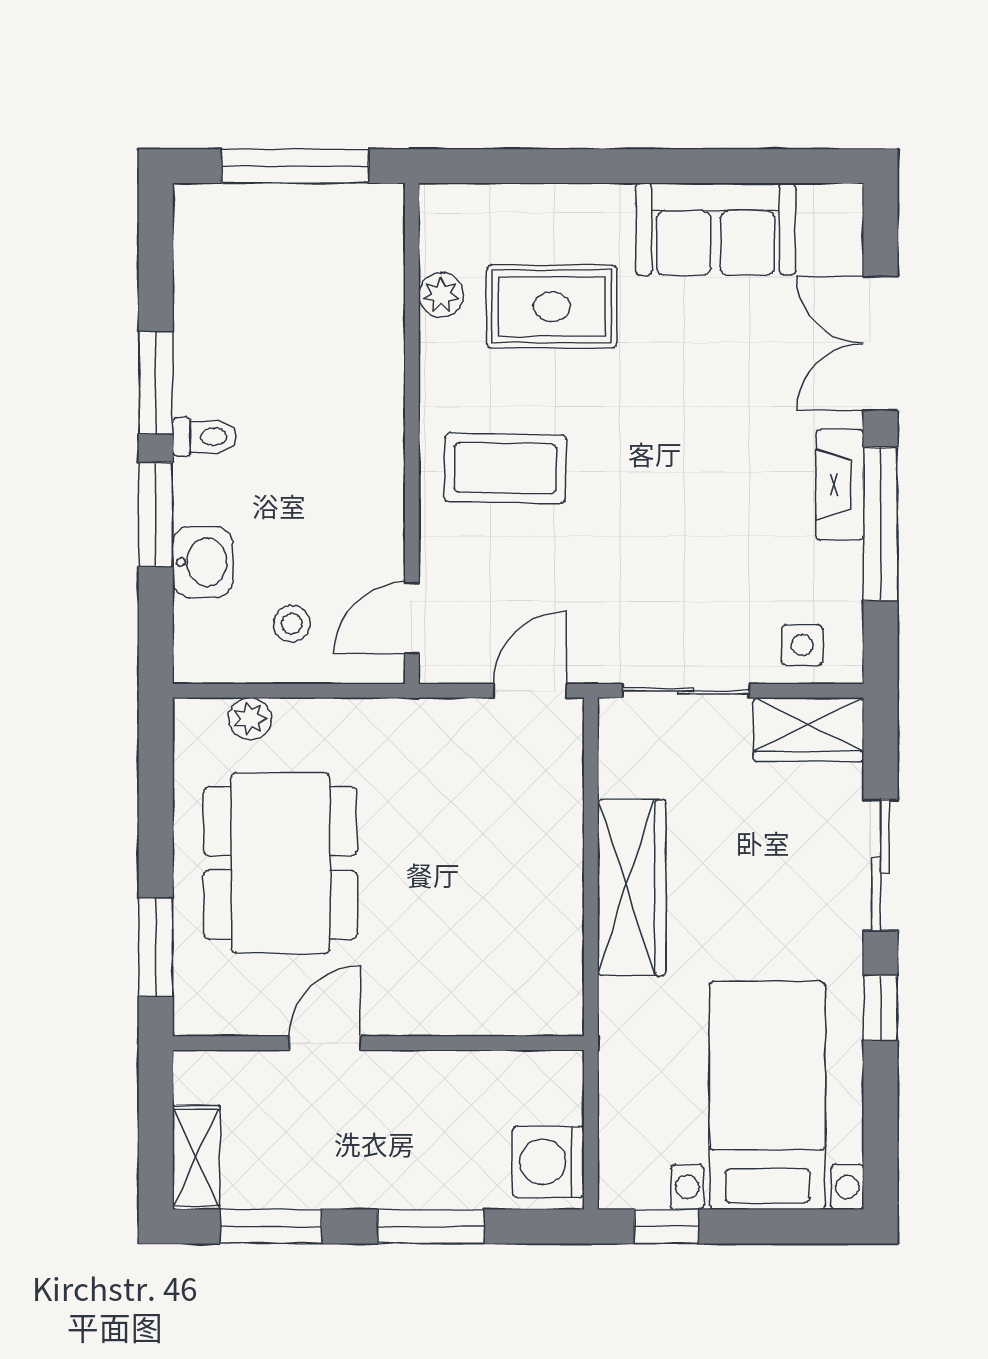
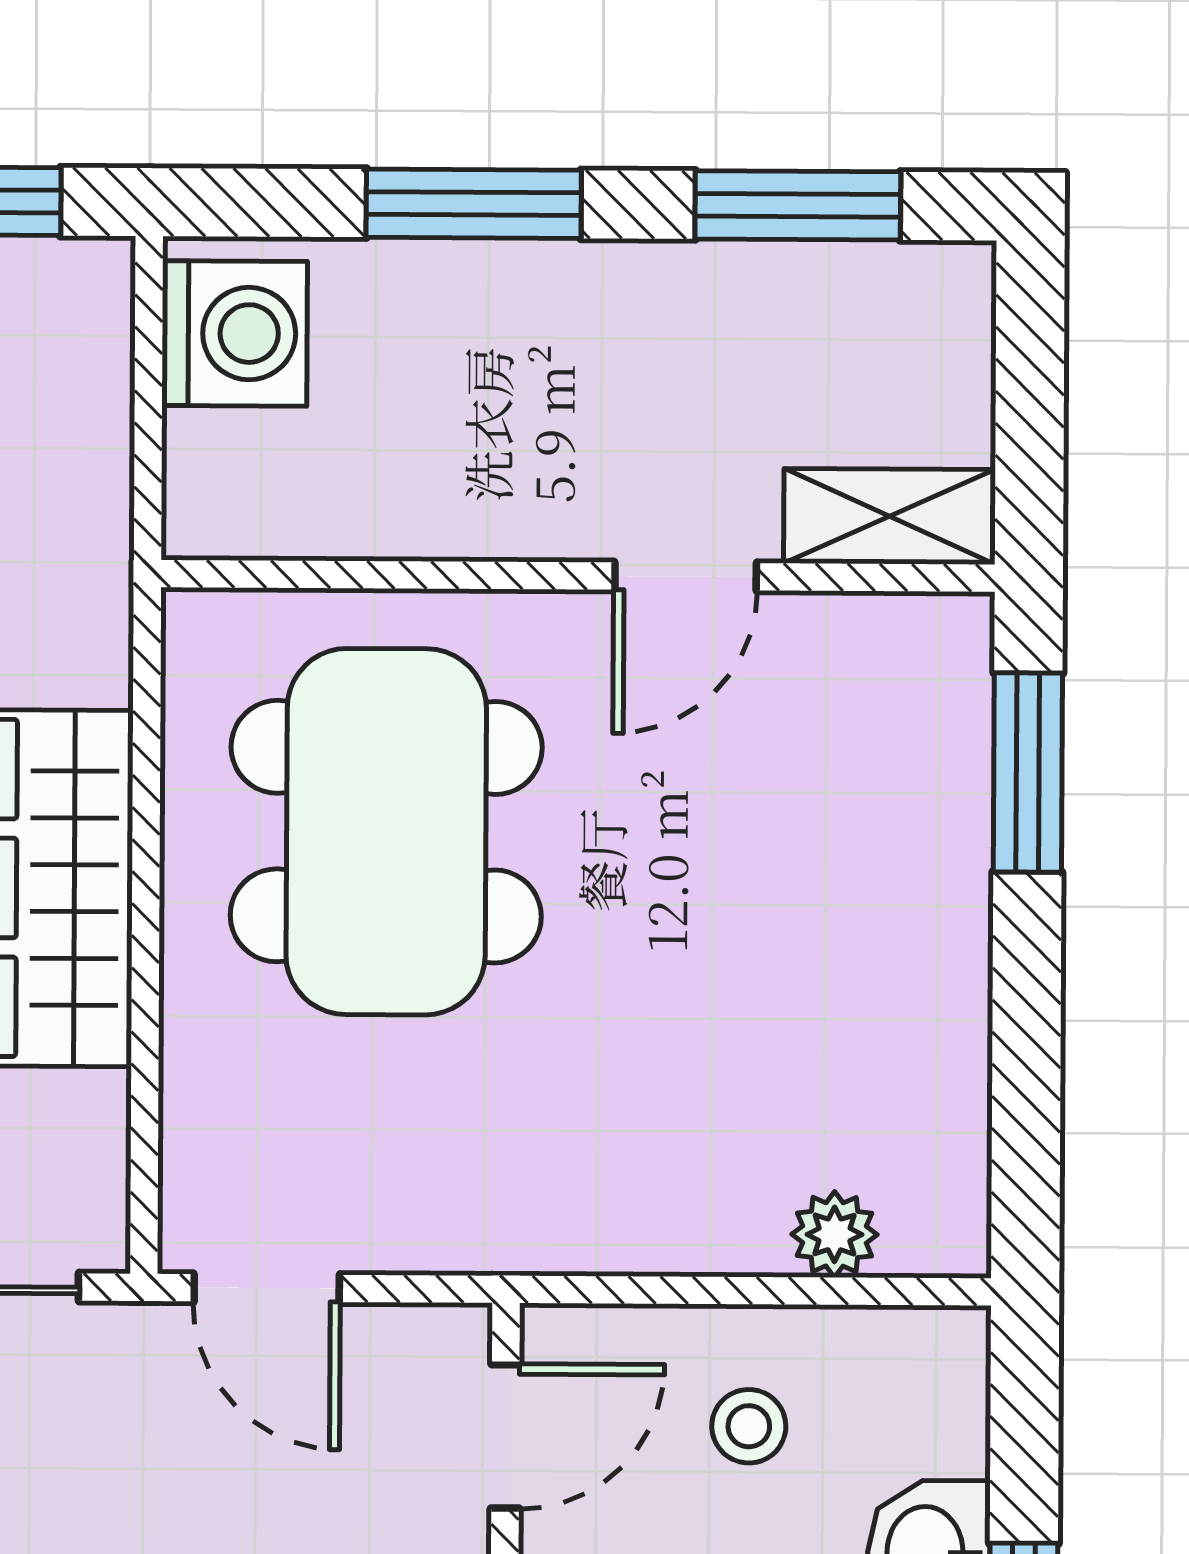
door: (530, 691) -> (267, 1288), hinge flipped
dining table: (280, 863) -> (386, 832), moved
shelving: (196, 1158) -> (890, 516), moved, turned 90

